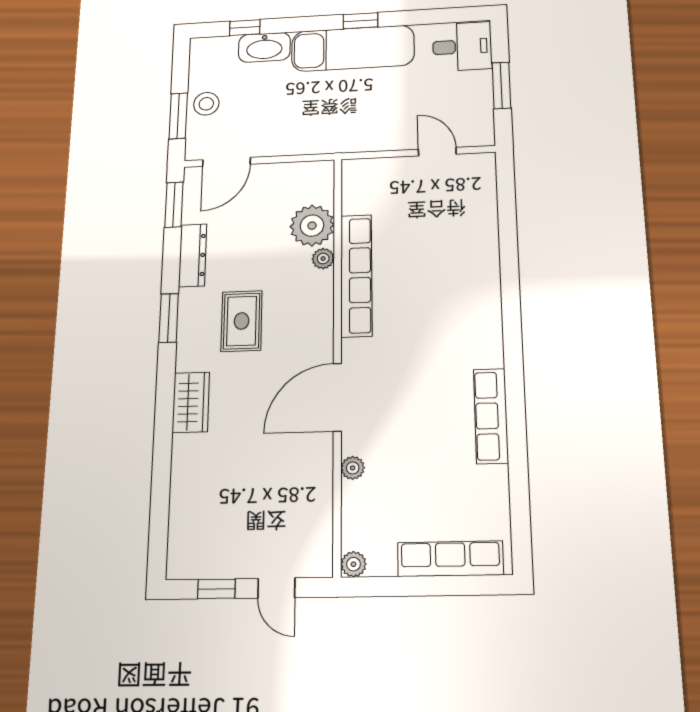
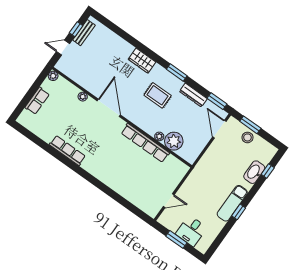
desk: (462, 47) -> (191, 231), moved
exam couch: (353, 48) -> (232, 203), width x0.73, depth x0.69
row of seats: (450, 559) -> (37, 101), width x0.68
bench: (212, 566) -> (84, 33), added

